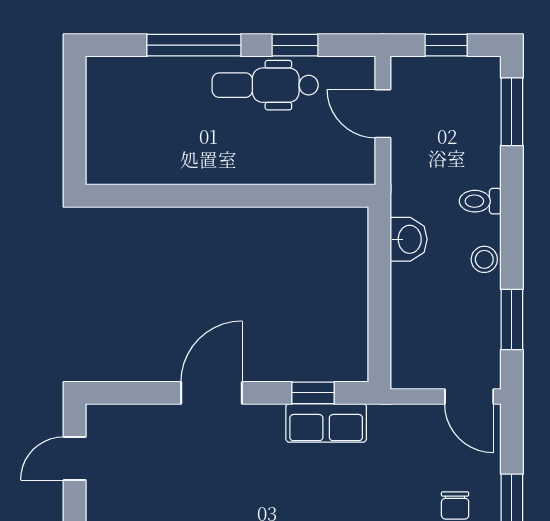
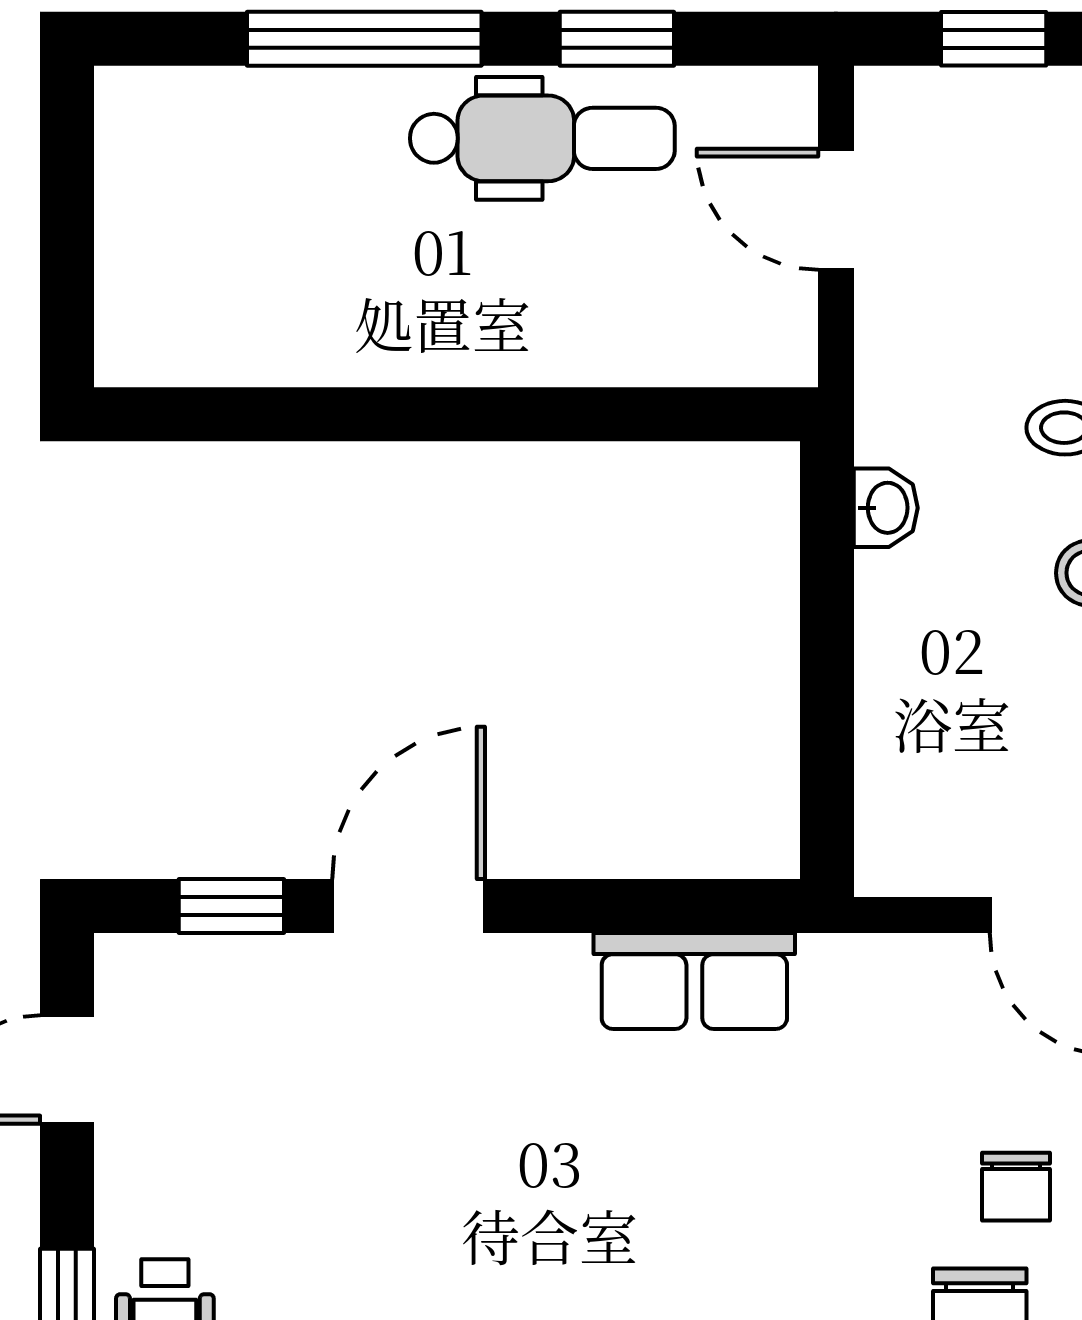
dental chair: (265, 85) -> (542, 138), turned 180
washbasin: (409, 239) -> (886, 508), width x0.72, depth x0.69
window: (313, 393) -> (231, 906), moved

